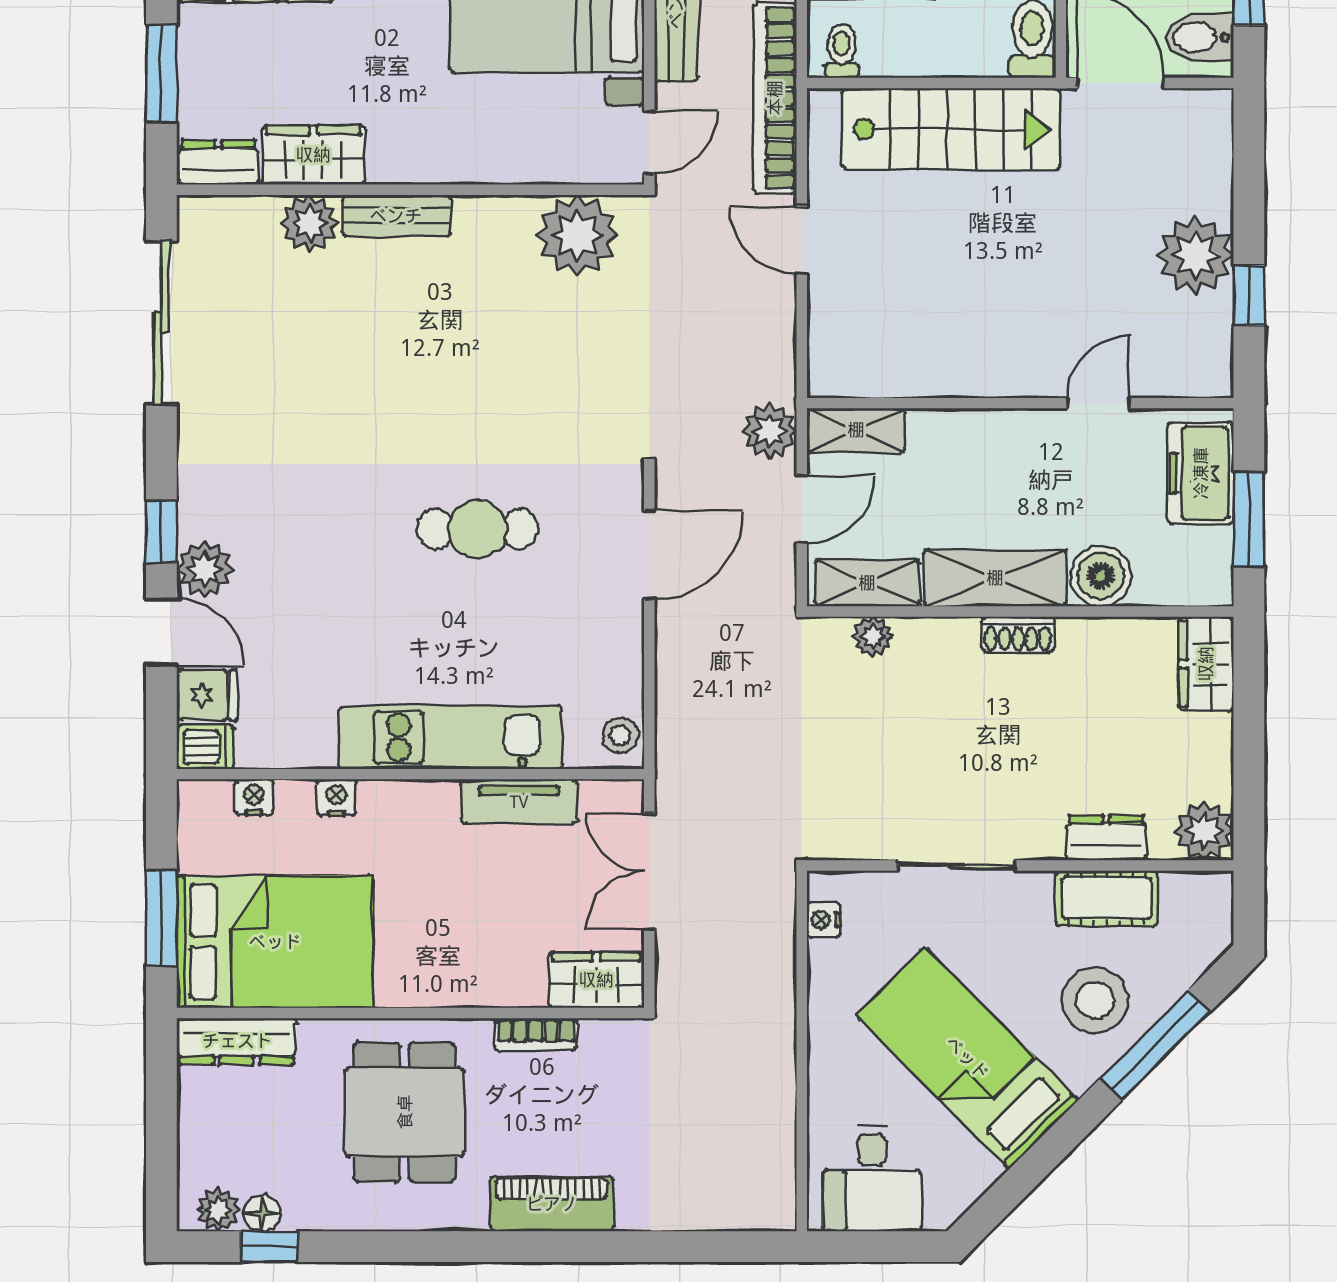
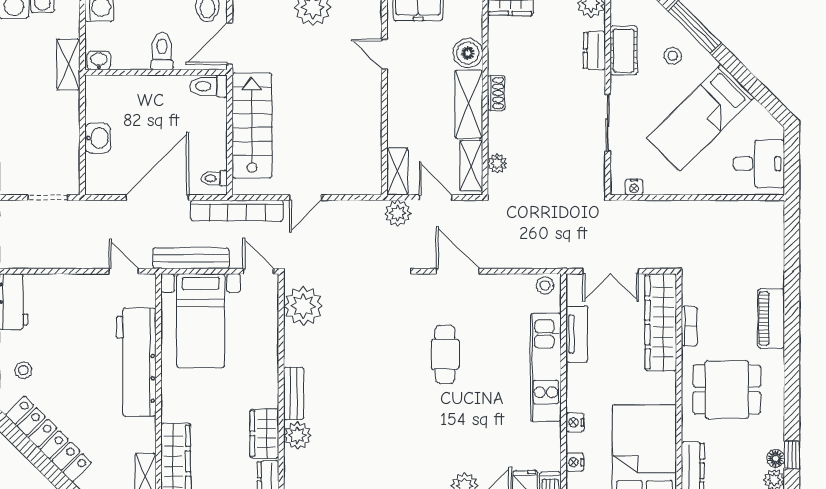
wardrobe: (596, 980) -> (661, 322), width x2.10, depth x1.17
stool: (1095, 1000) -> (673, 56), width x0.53, depth x0.53

